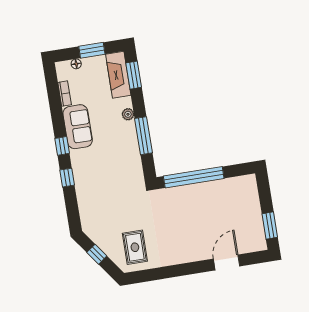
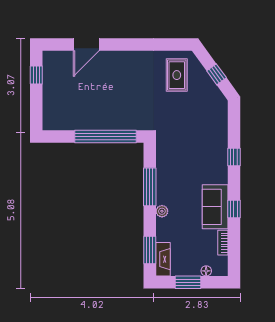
fireplace: (118, 75) -> (163, 259), width x0.73, depth x0.76
window: (62, 146) -> (234, 209), moved
window: (270, 225) -> (36, 75), width x0.67

